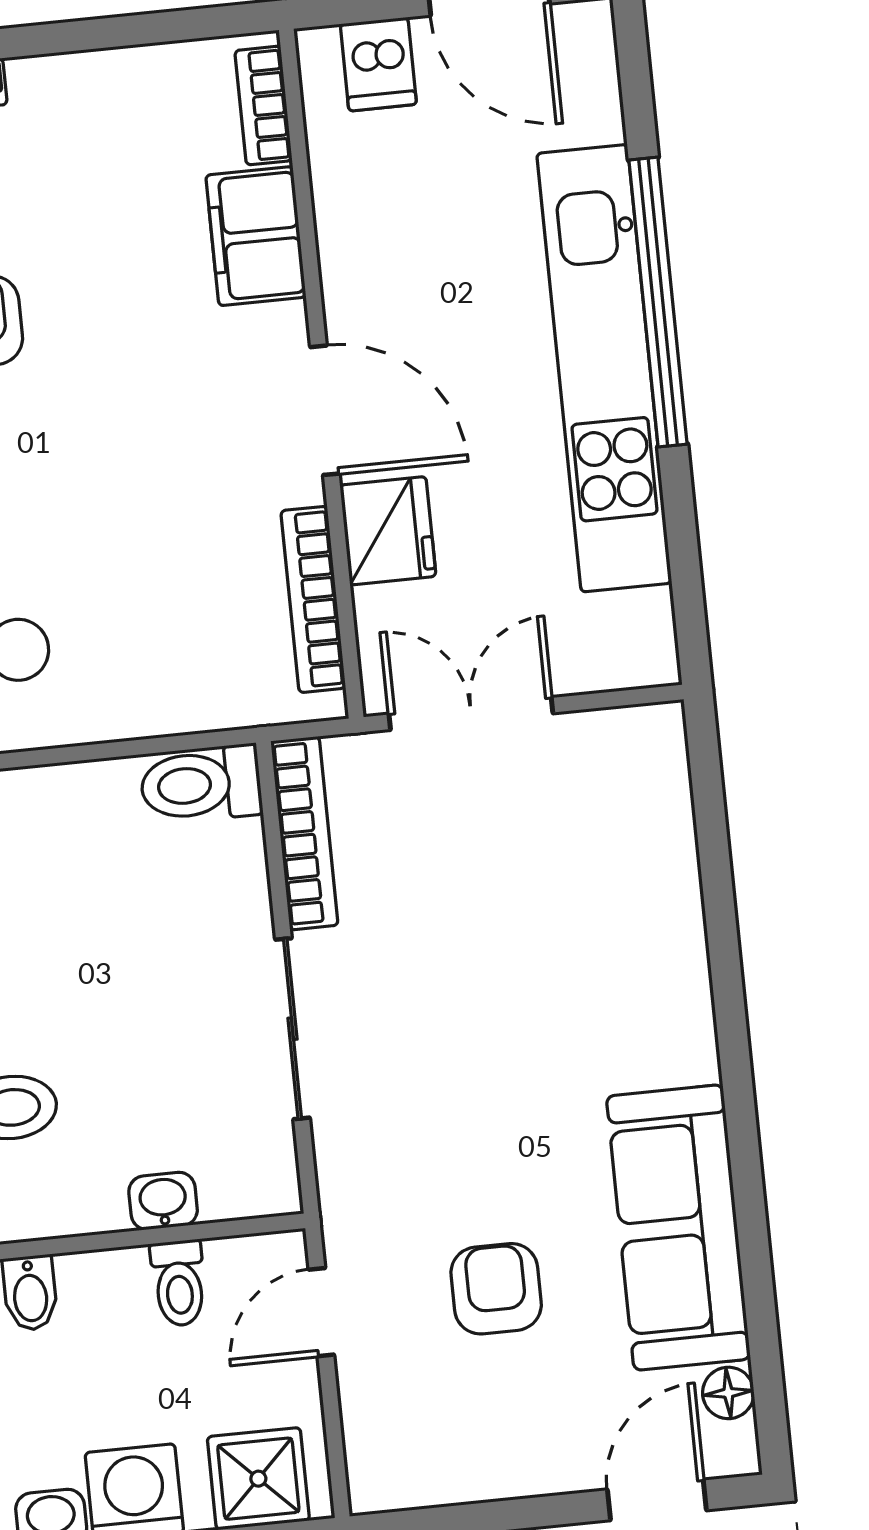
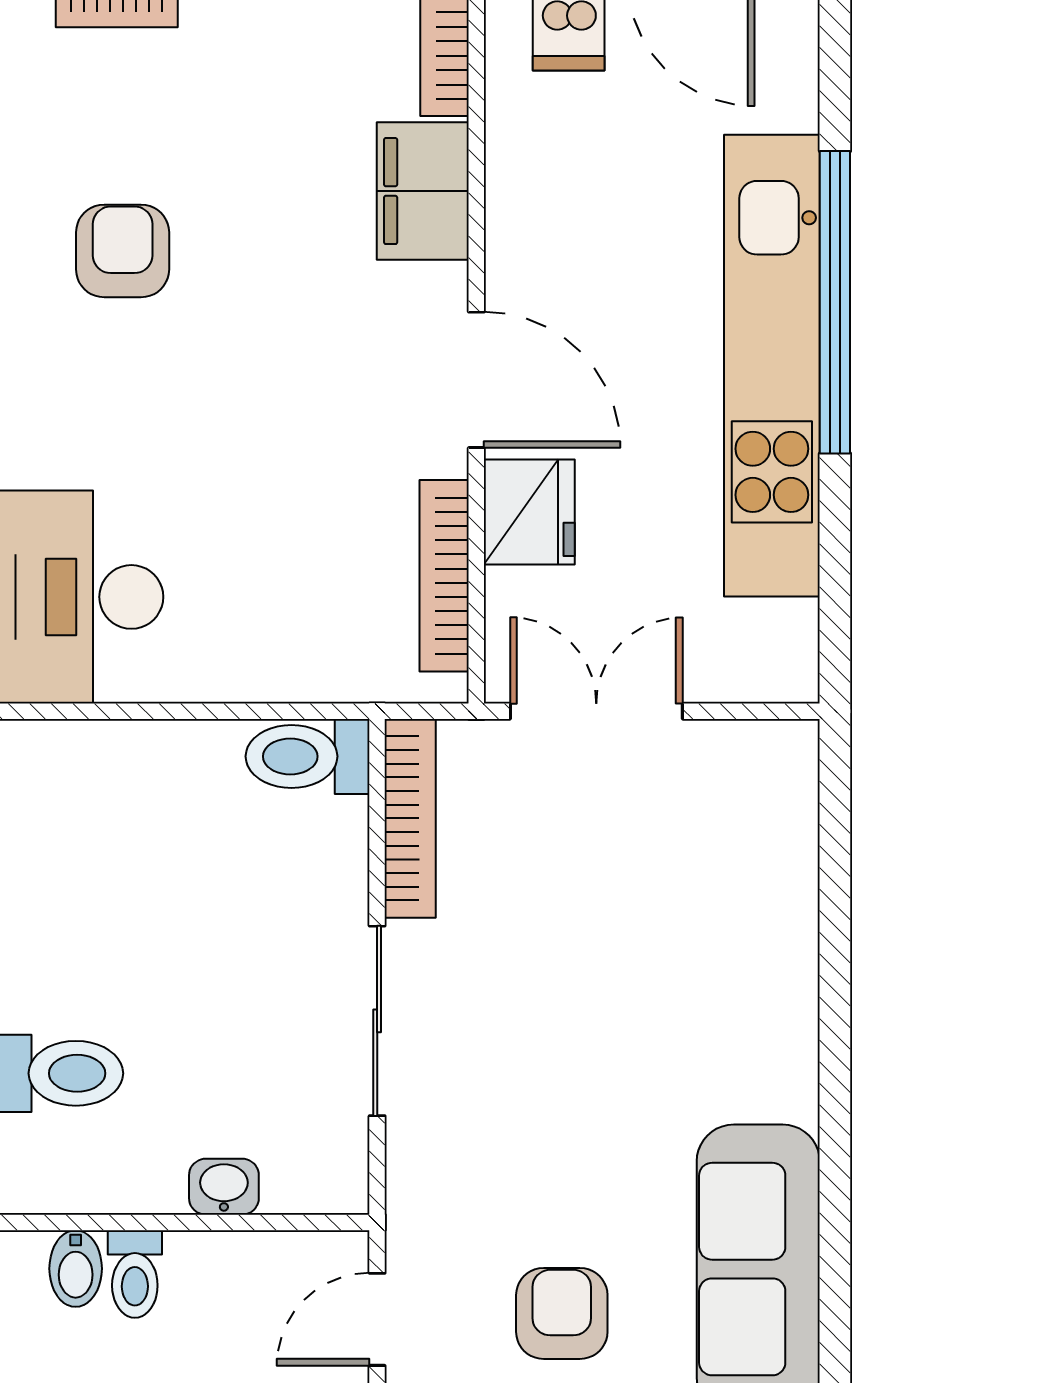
toilet: (179, 1283) -> (135, 1274), moved

